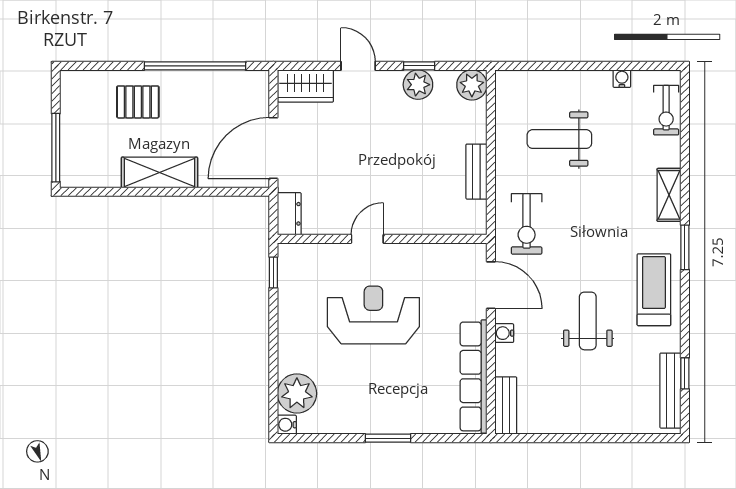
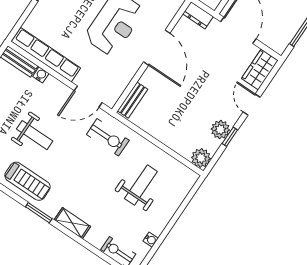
door: (358, 66) -> (252, 105), swing flipped
bench: (476, 172) -> (133, 100), moved, turned 90
exercise bike: (527, 224) -> (108, 137), turned 180
door: (367, 239) -> (157, 48), width x1.87
water cooler: (504, 333) -> (41, 75), moved

